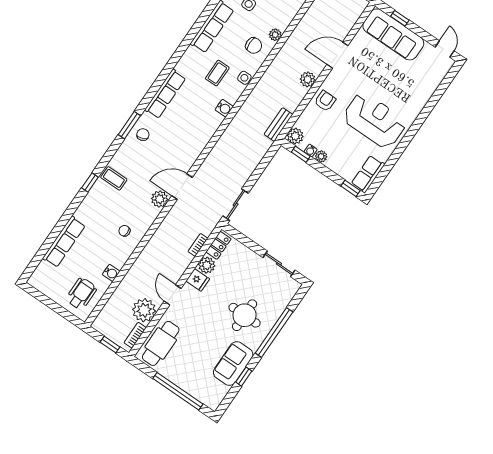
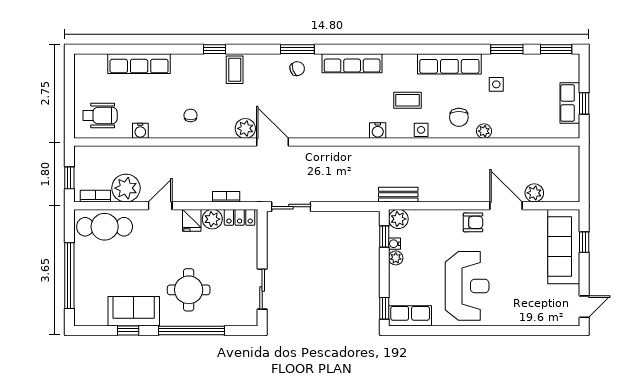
plant: (308, 79) -> (534, 193), moved
armchair: (325, 101) -> (473, 222), moved

